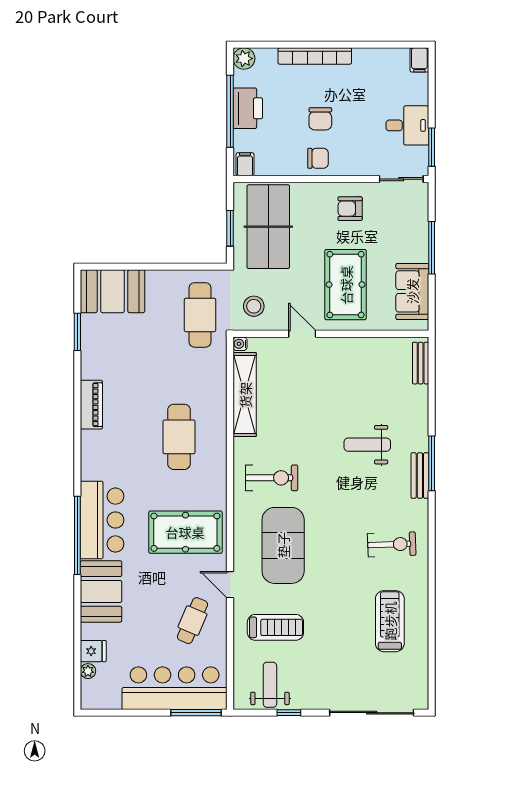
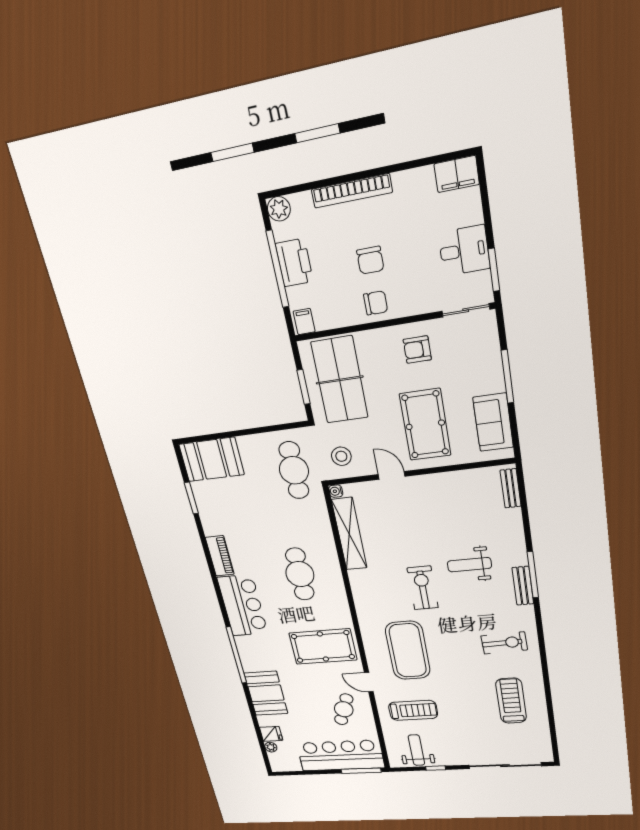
filing cabinet: (419, 60) -> (457, 174), width x2.00
exercise bike: (272, 478) -> (423, 588), moved, turned -90
bar counter: (102, 520) -> (242, 605), moved

